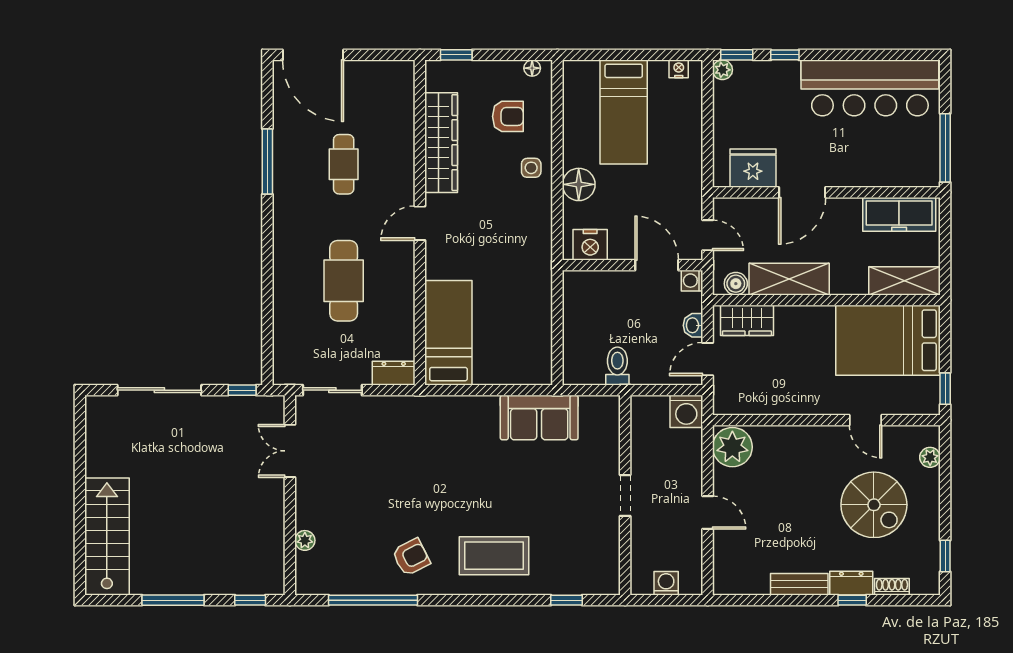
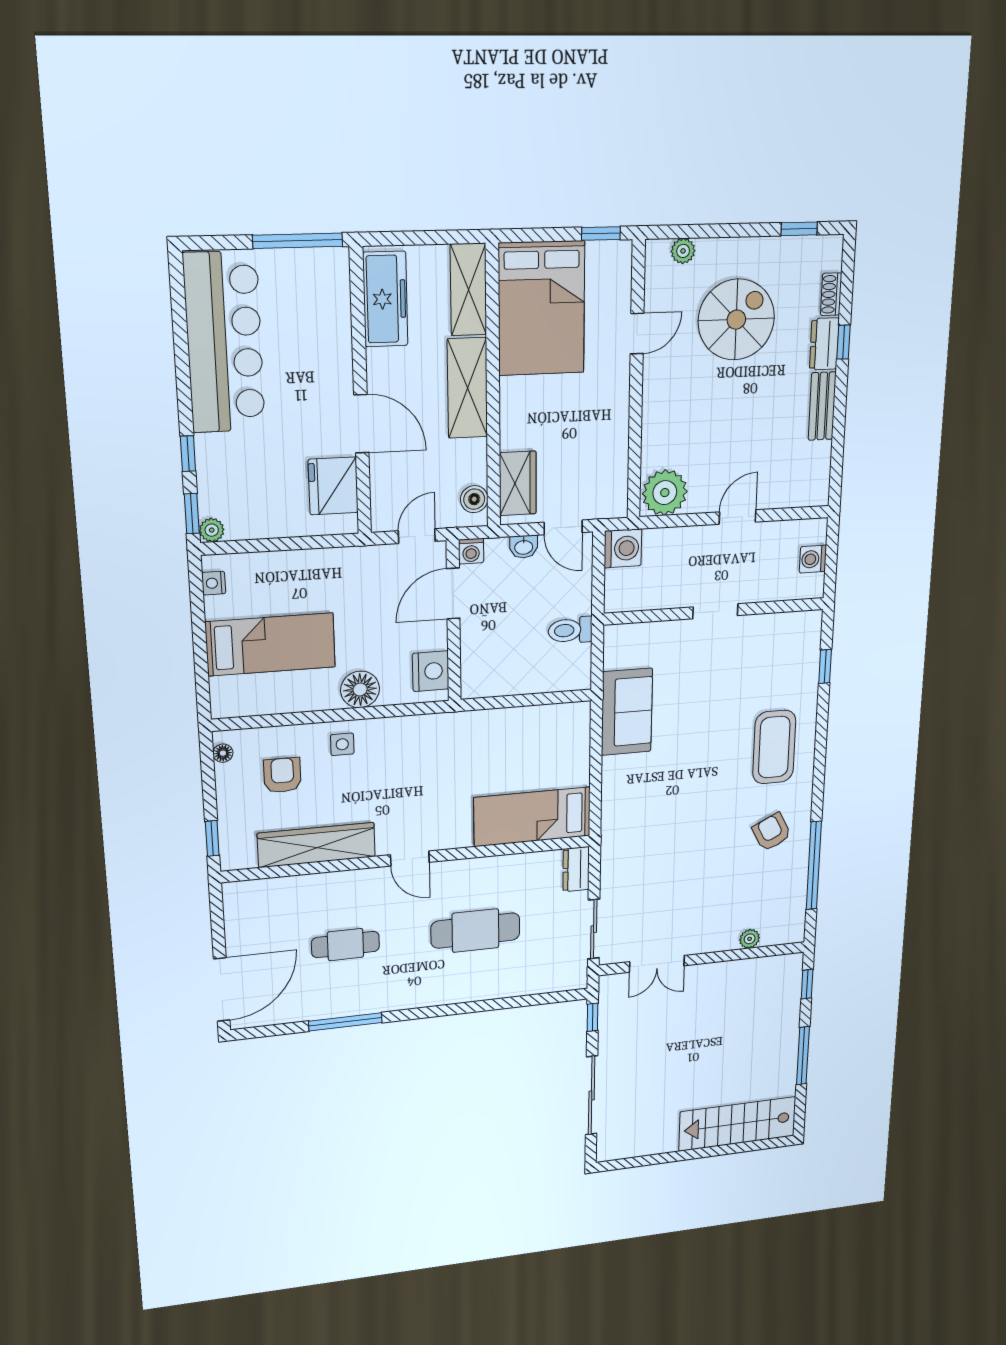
shelving: (789, 279) -> (467, 388), moved

